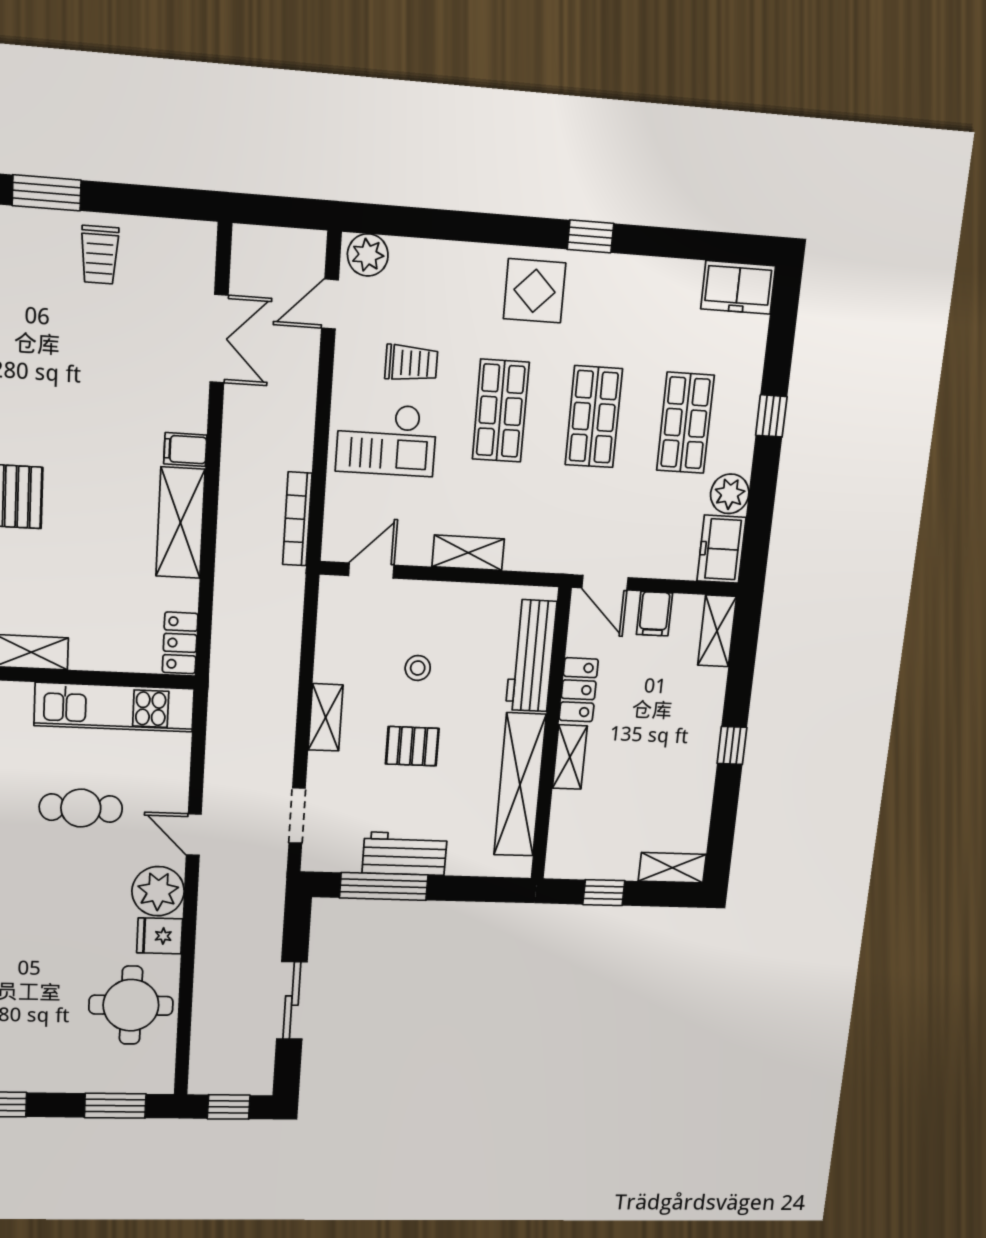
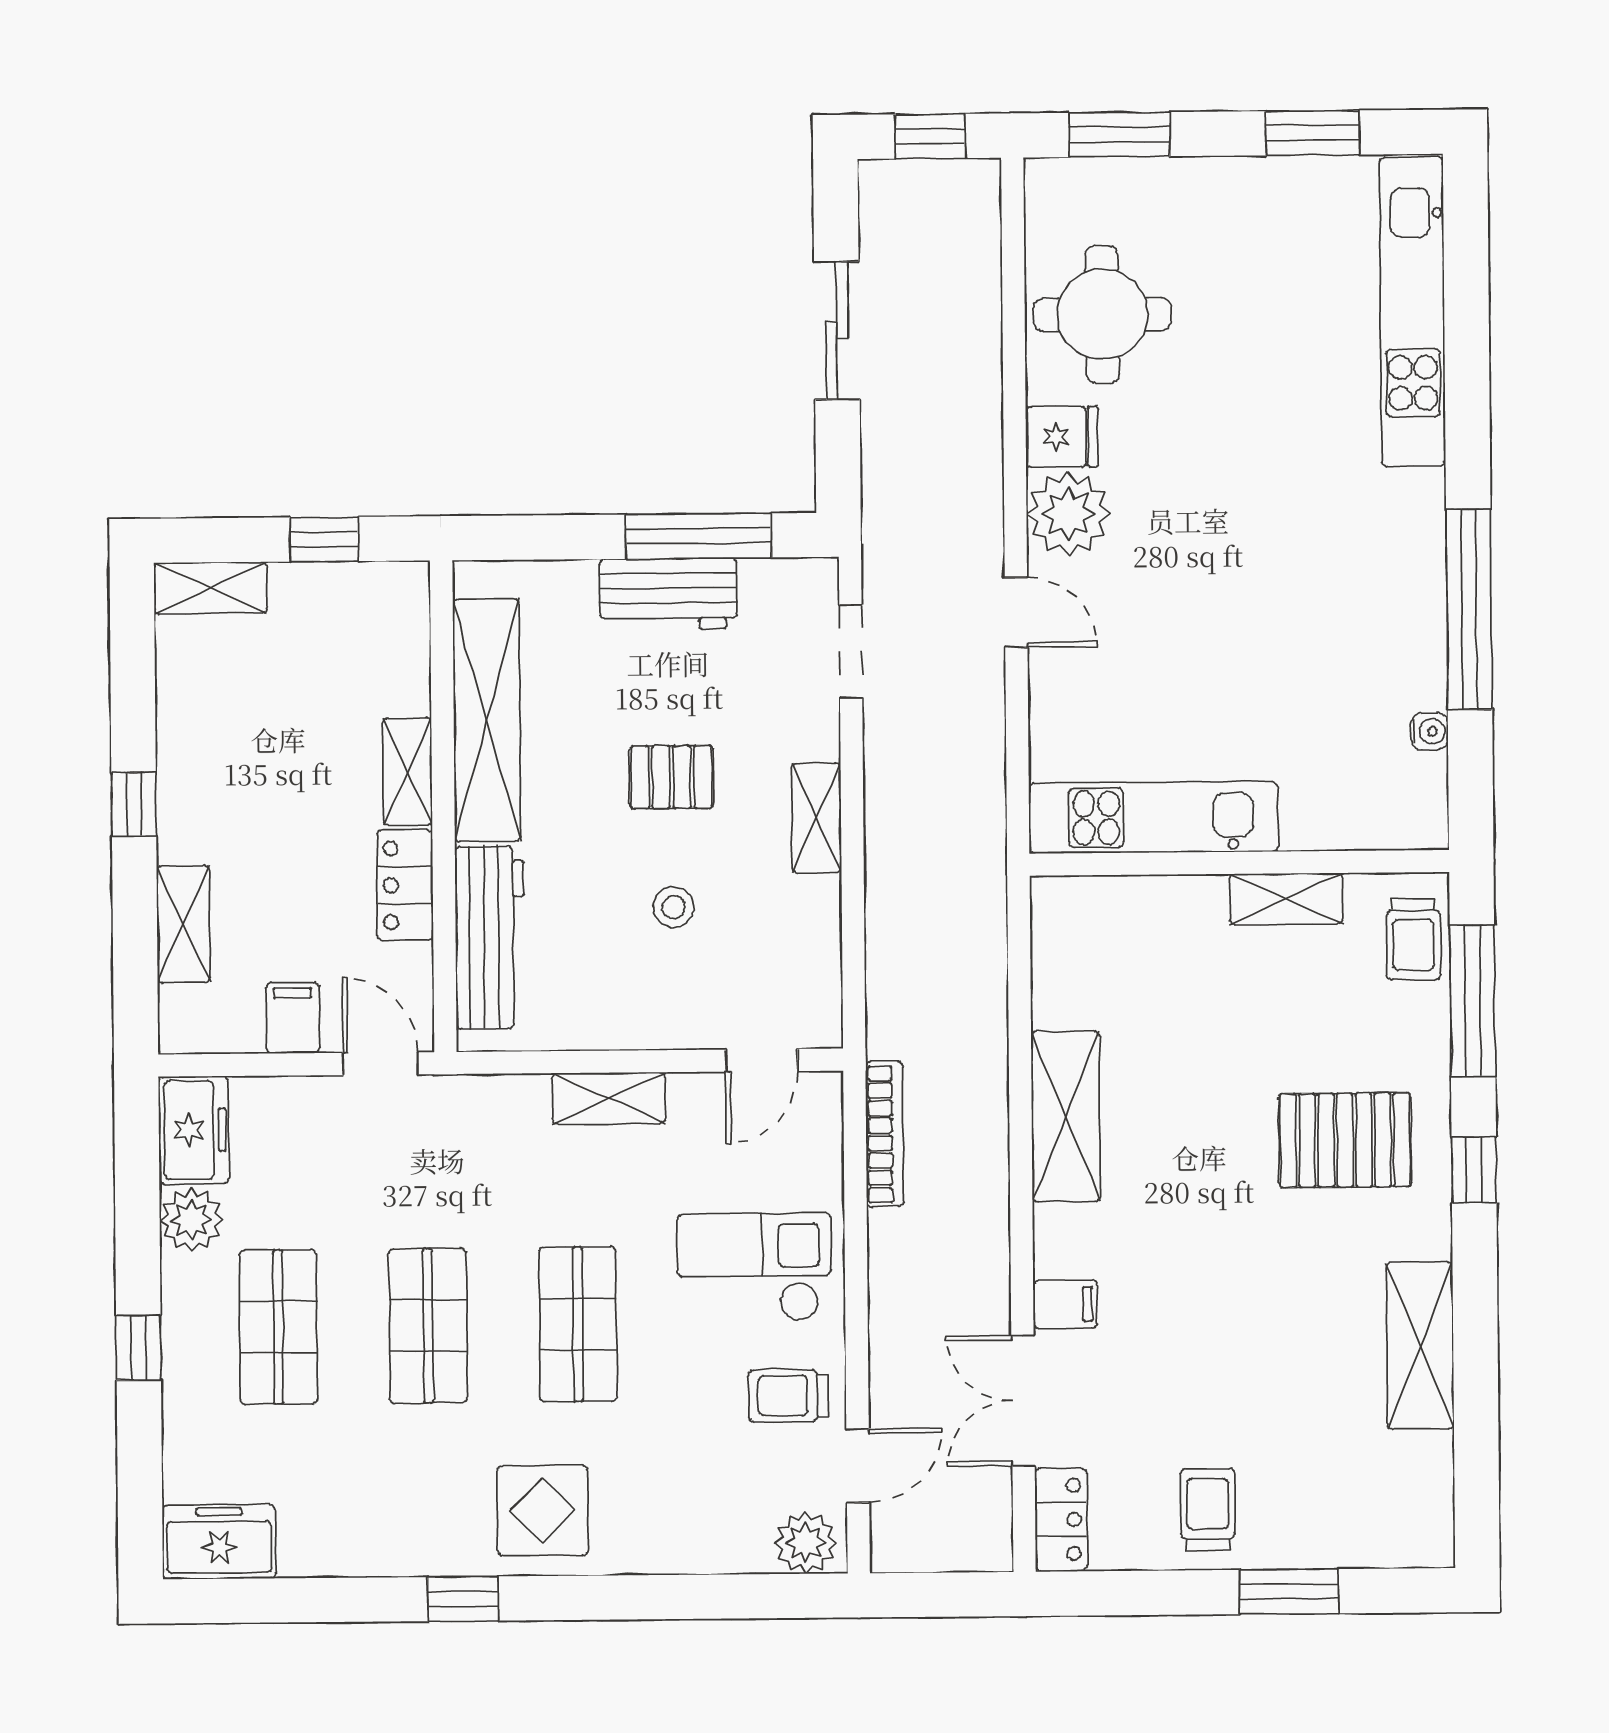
trolley: (411, 363) -> (788, 1396), moved
filing cabinet: (185, 449) -> (1065, 1304), moved
shelving: (717, 631) -> (183, 924), moved
locker: (180, 643) -> (1061, 1519), moved
cafe table: (81, 808) -> (1199, 649), removed

